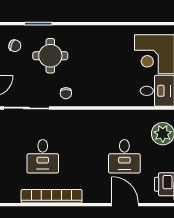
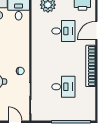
bookcase: (52, 196) -> (91, 66), moved

